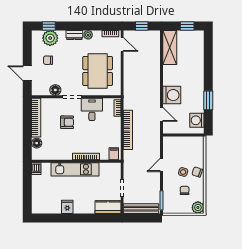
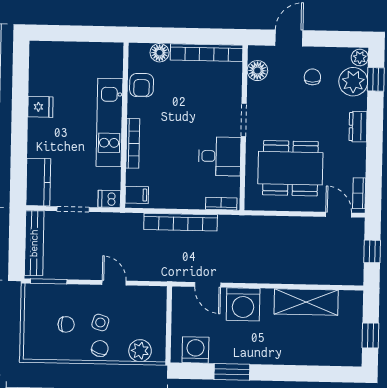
plant: (88, 35) -> (360, 57), moved
door: (122, 44) -> (339, 215), swing flipped
shelving: (170, 47) -> (306, 302), moved
floor lamp: (55, 90) -> (257, 71), moved
door: (162, 114) -> (208, 285), hinge flipped
armchair: (67, 122) -> (142, 85), moved
dishwasher: (36, 169) -> (109, 199), moved
plant: (198, 208) -> (140, 351), moved

